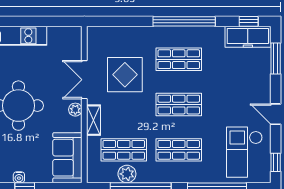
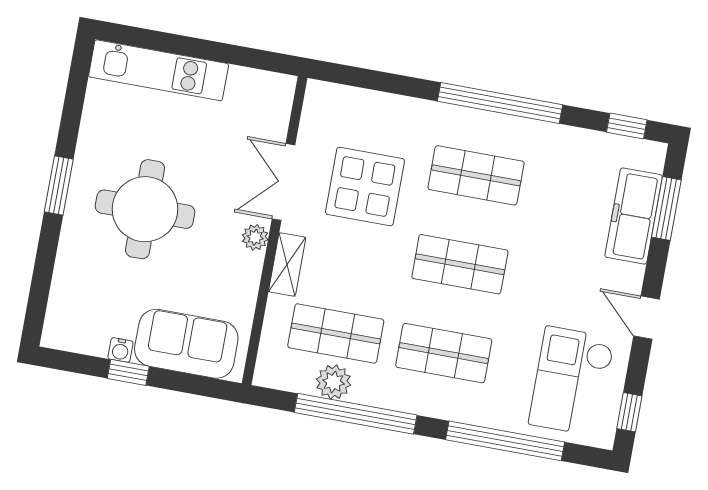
freezer: (248, 37) -> (634, 216), moved, turned 90
sofa: (67, 158) -> (186, 344), moved, turned 90

